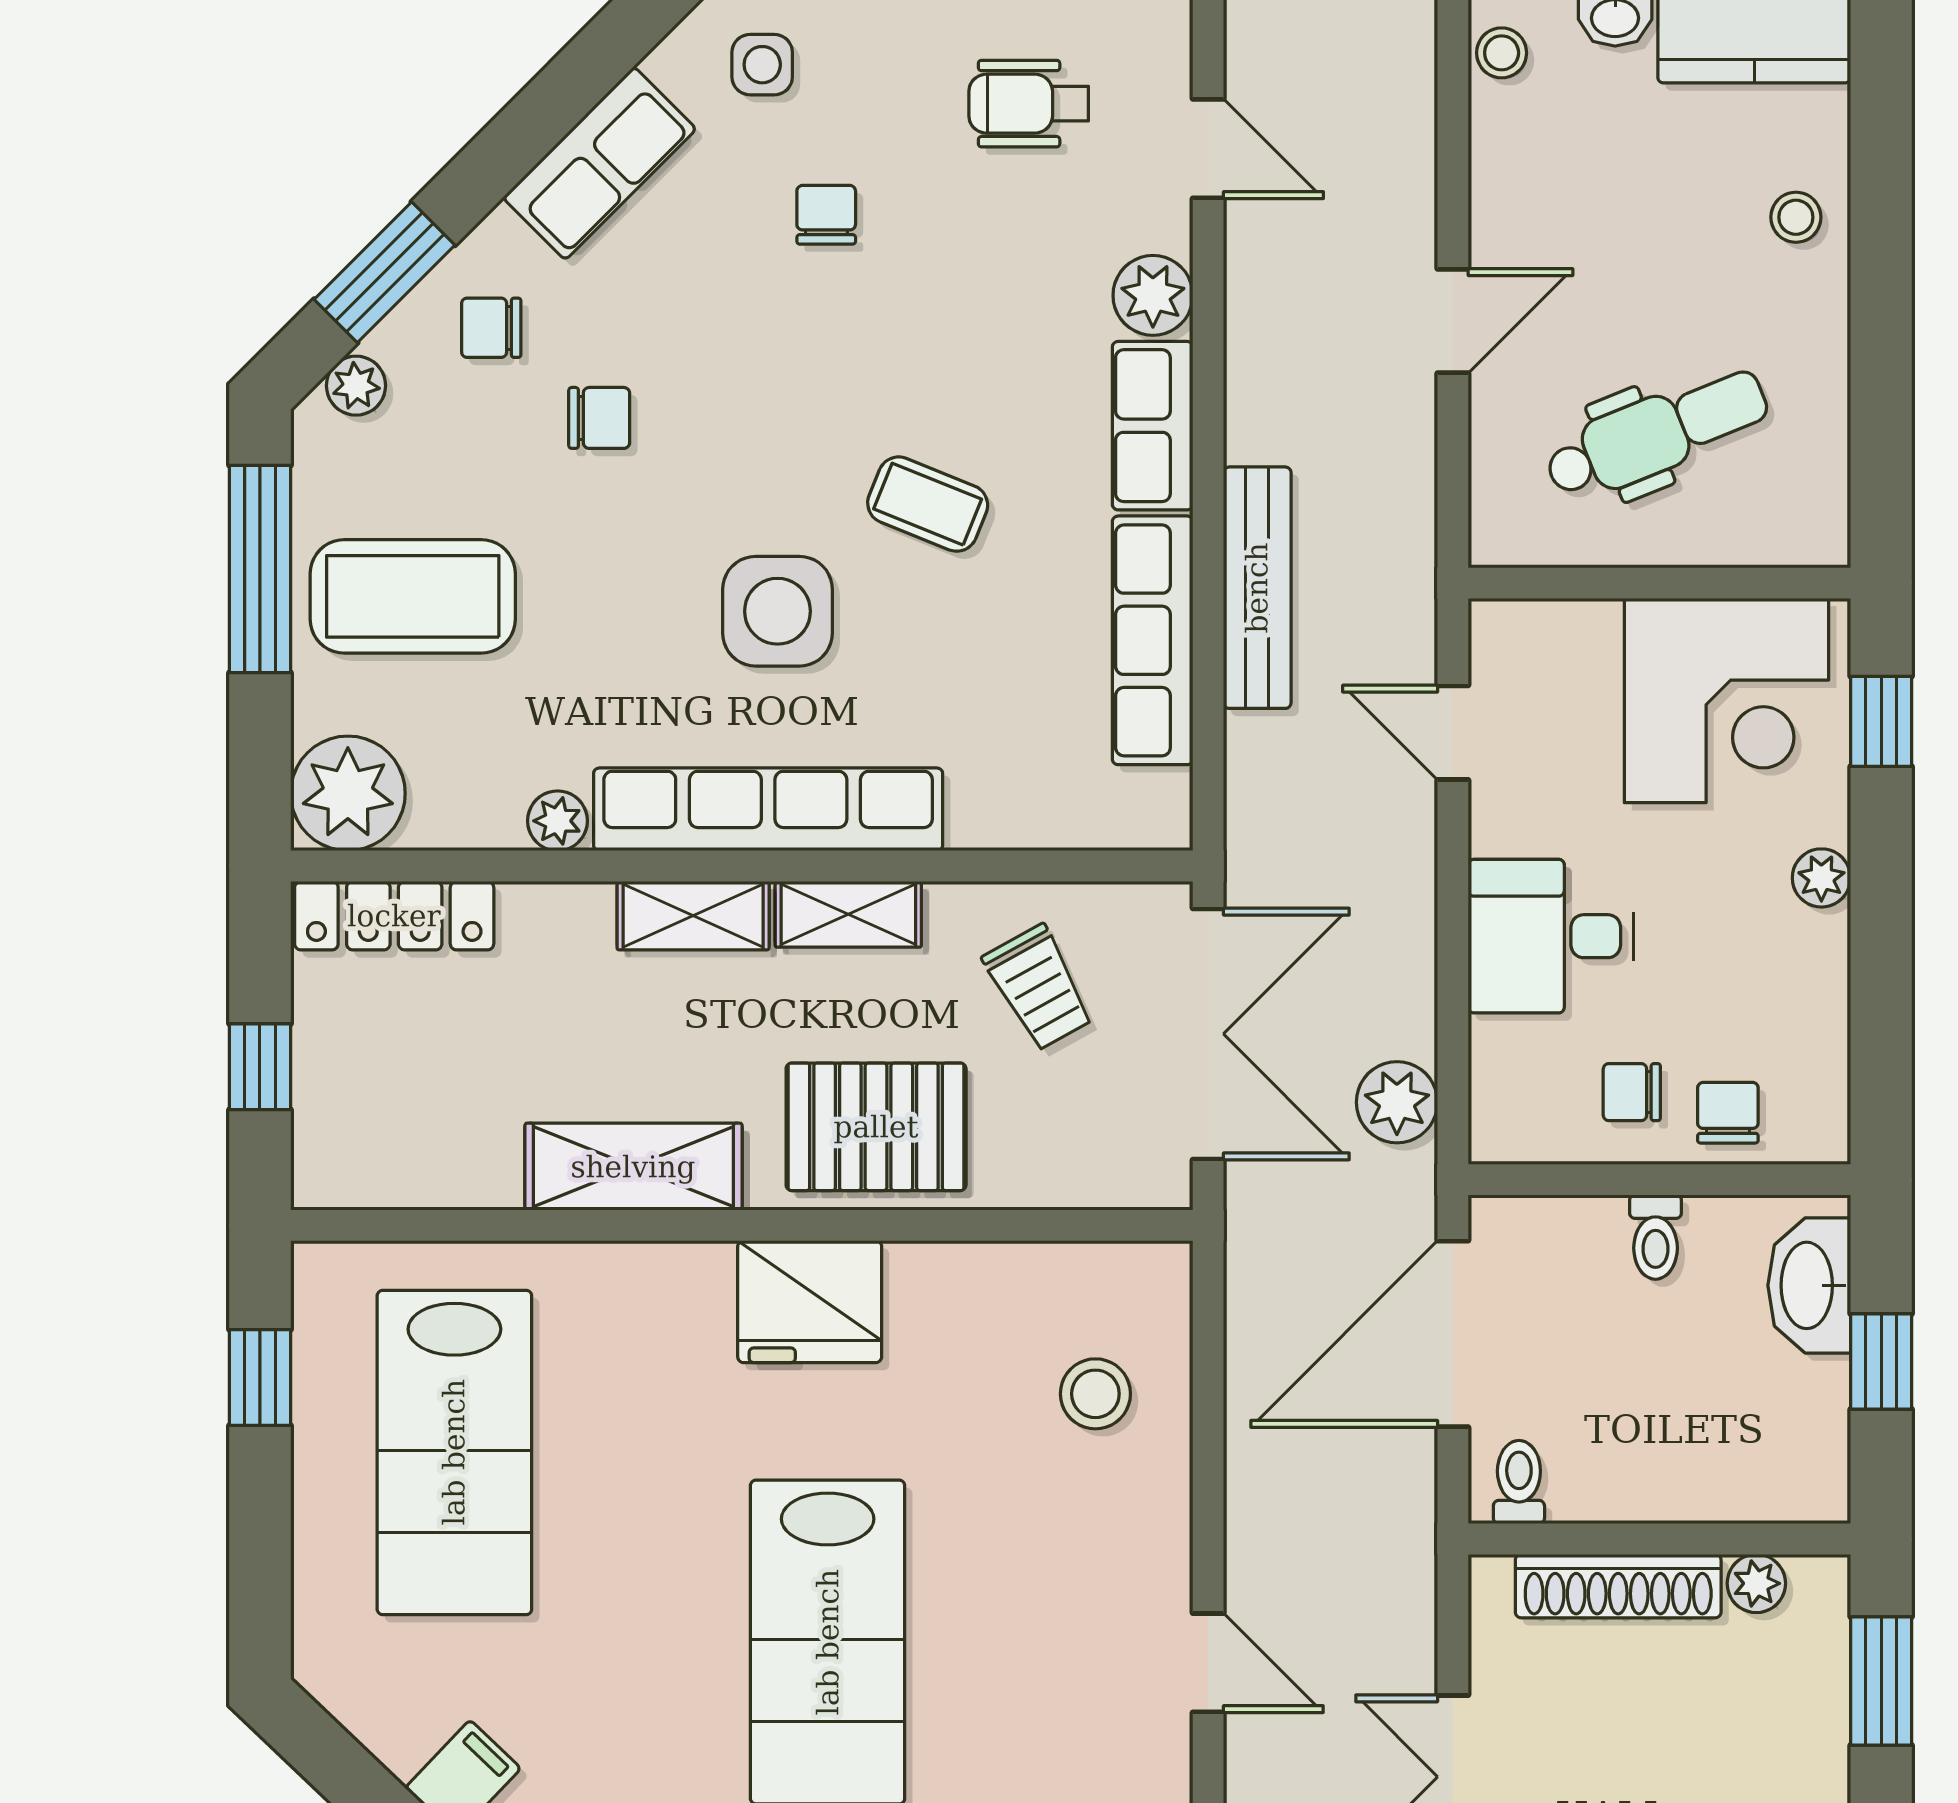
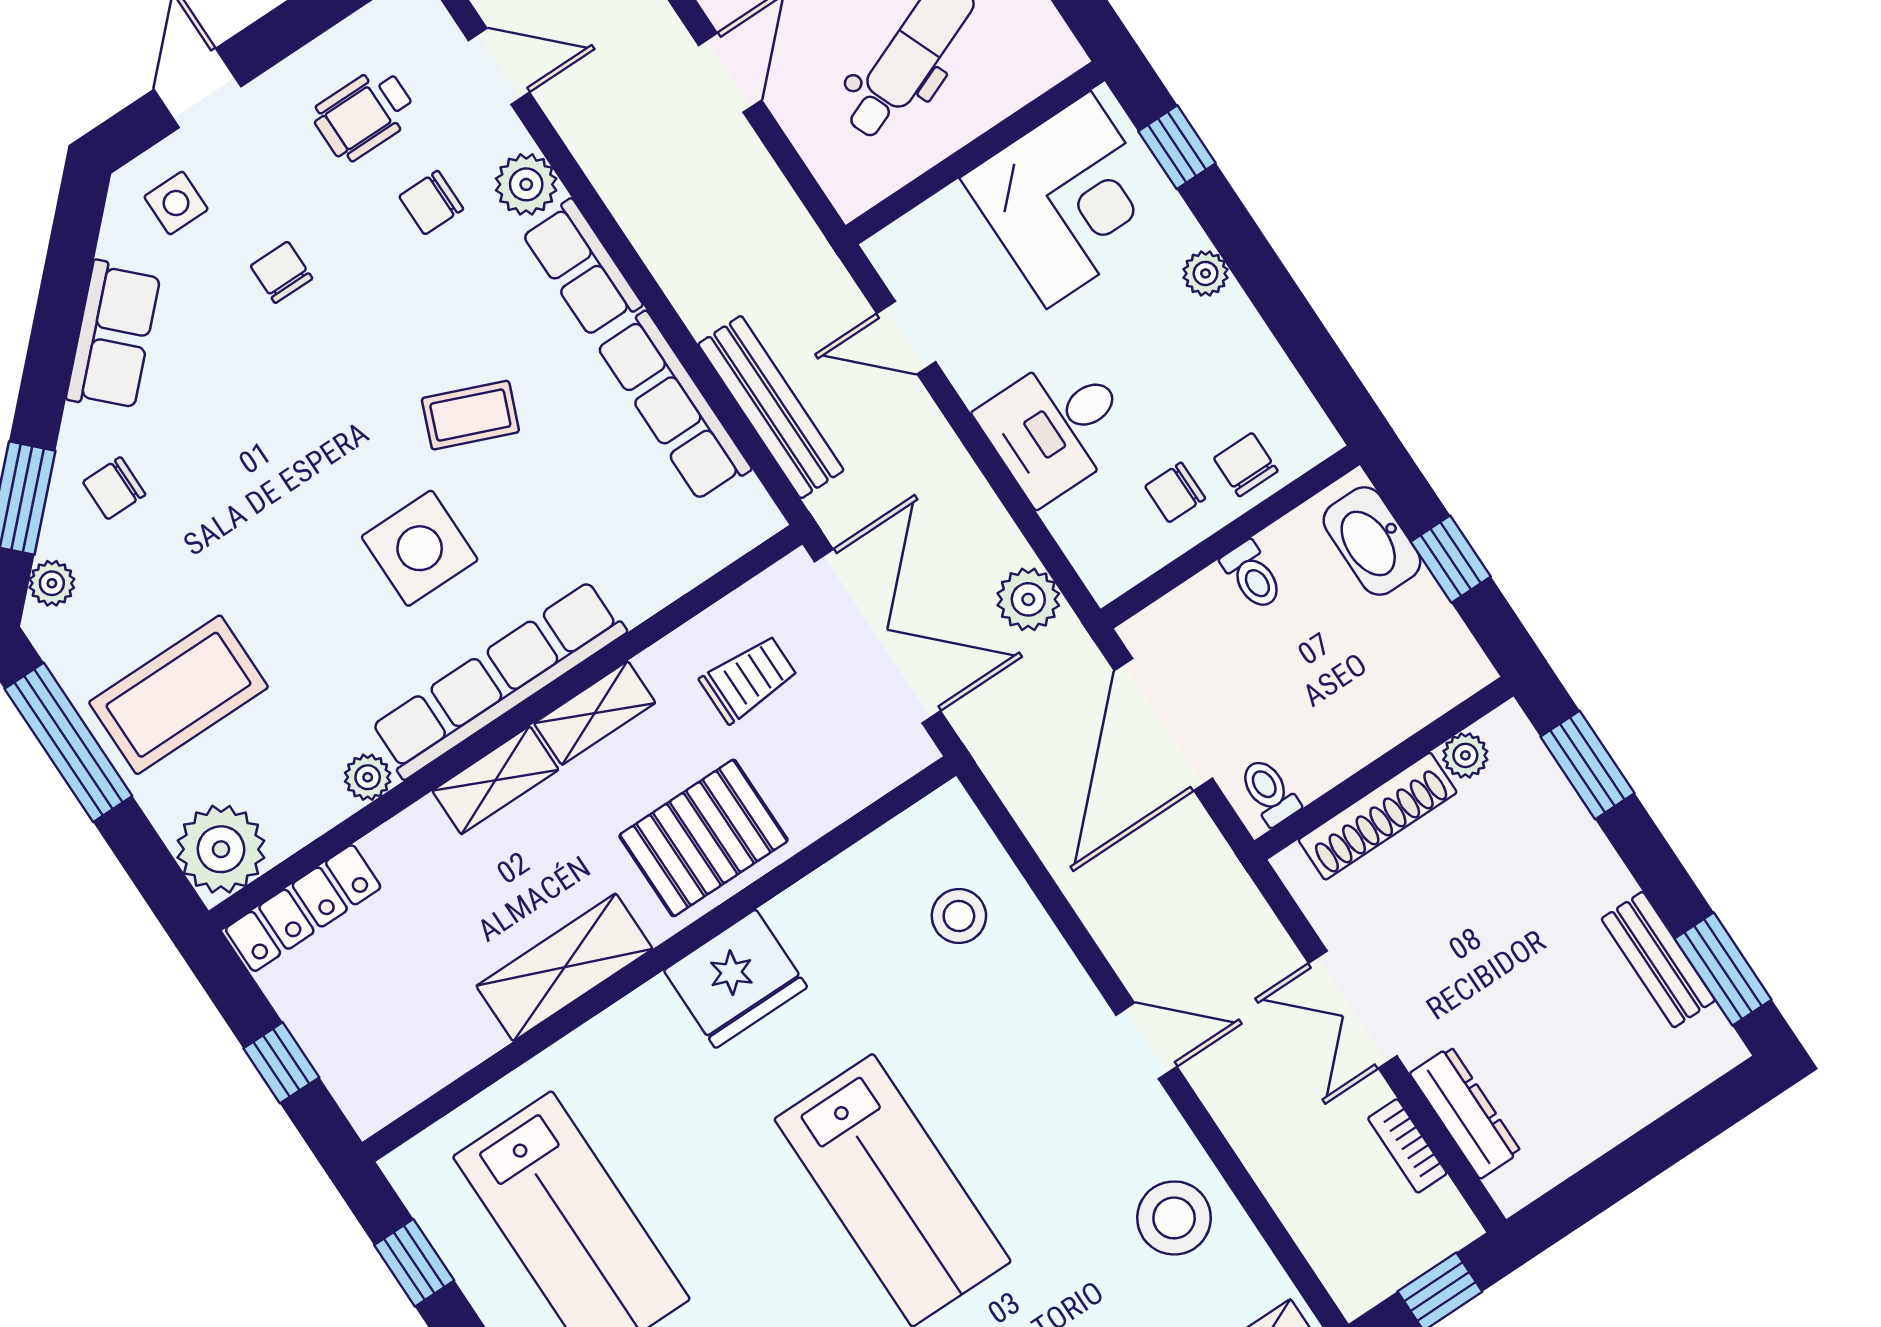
chair: (599, 418) -> (431, 203), moved, turned 180
bench: (1257, 588) -> (771, 407), moved
trolley: (1039, 988) -> (749, 679), turned -61

